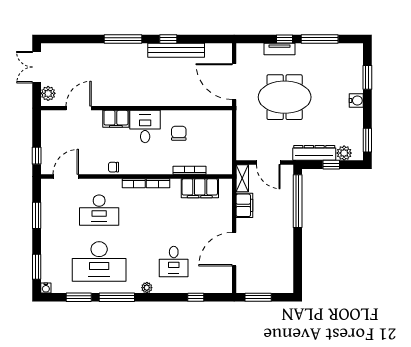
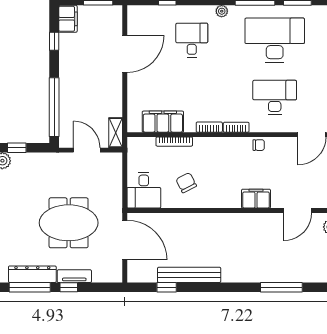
window: (123, 39) -> (281, 287), moved
window: (168, 39) -> (167, 287), moved
desk: (145, 127) -> (144, 190), moved
chair: (179, 133) -> (186, 183), turned 153
dresser: (314, 153) -> (32, 274), moved, turned 180
filing cabinet: (244, 205) -> (68, 19), moved, turned 180
window: (298, 260) -> (54, 41), added

